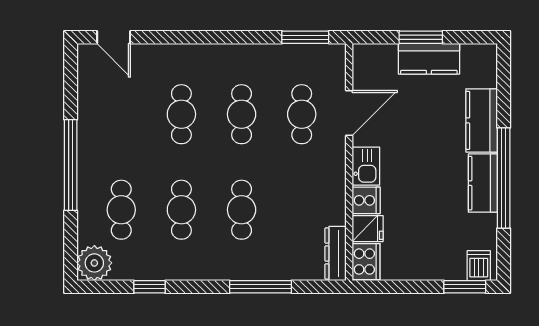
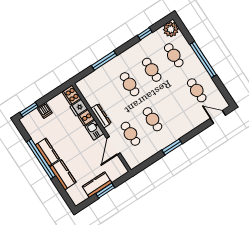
window: (305, 37) -> (172, 147), moved
cafe table: (181, 114) -> (197, 90), moved
dresser: (336, 253) -> (101, 116), moved
dishwasher: (479, 266) -> (45, 110), moved

